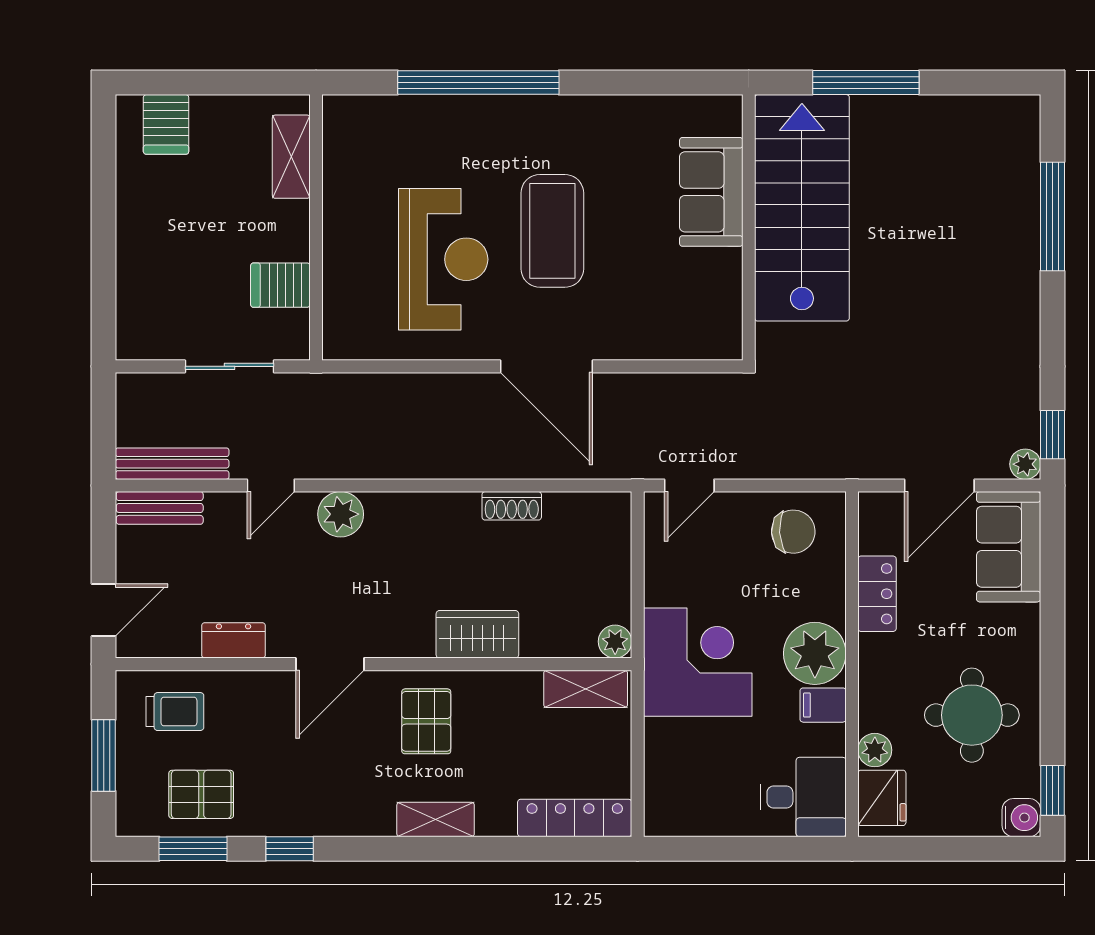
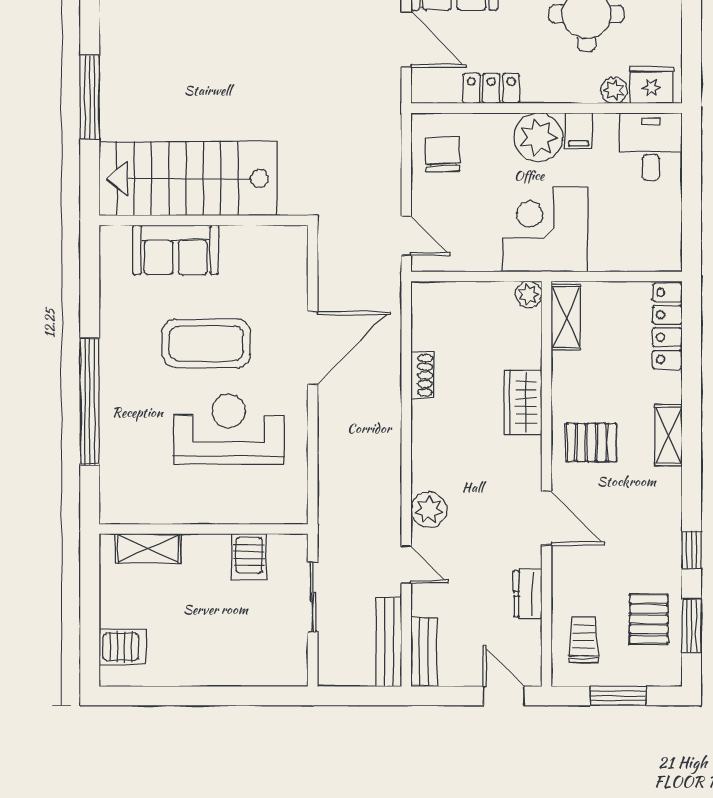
sofa: (711, 192) -> (176, 250), moved
stairs: (802, 208) -> (188, 179), moved
wall: (749, 227) -> (204, 220), moved

